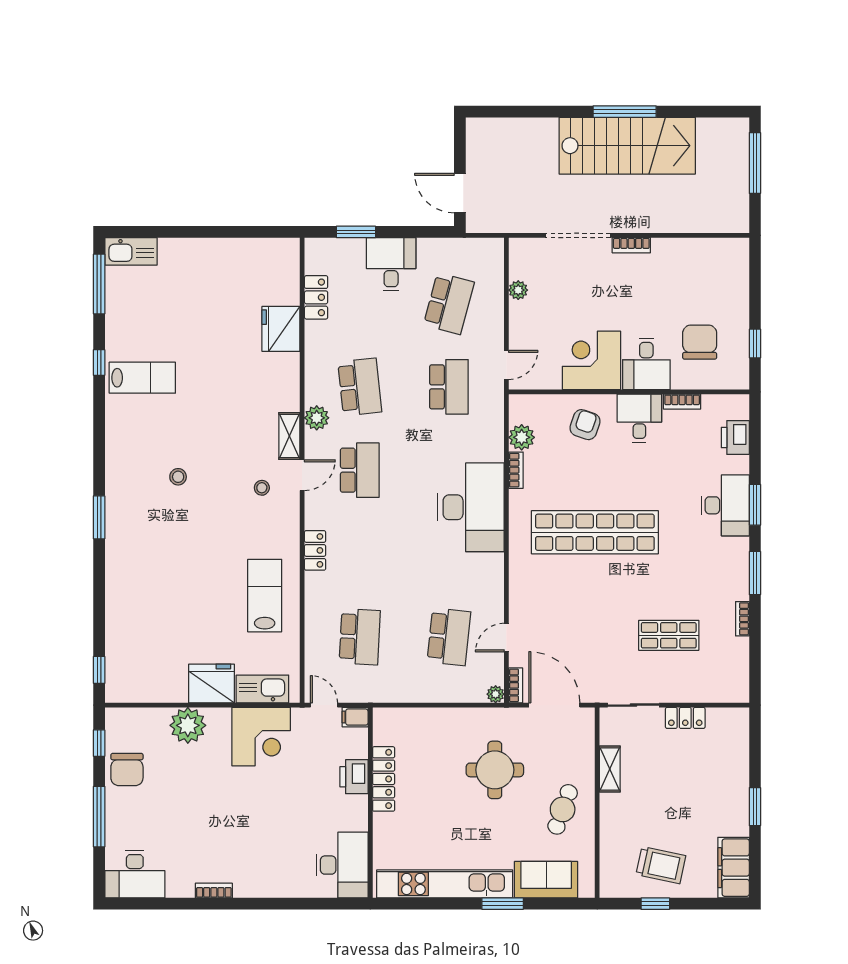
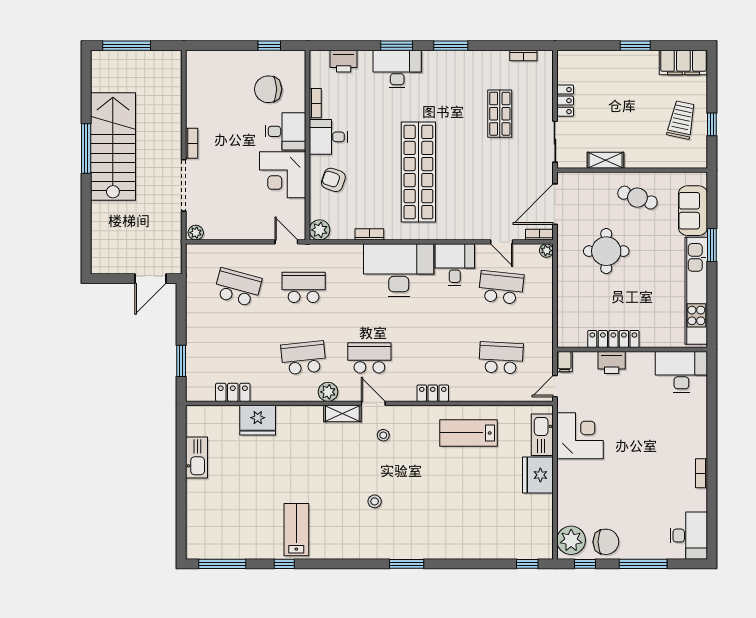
kitchen sink: (131, 251) -> (196, 458), moved
desk: (391, 264) -> (455, 265), moved, turned 90
plant: (518, 290) -> (196, 233), moved
plant: (522, 437) -> (320, 230), moved
bookcase: (742, 619) -> (523, 55), moved
plant: (188, 725) -> (571, 540), moved

